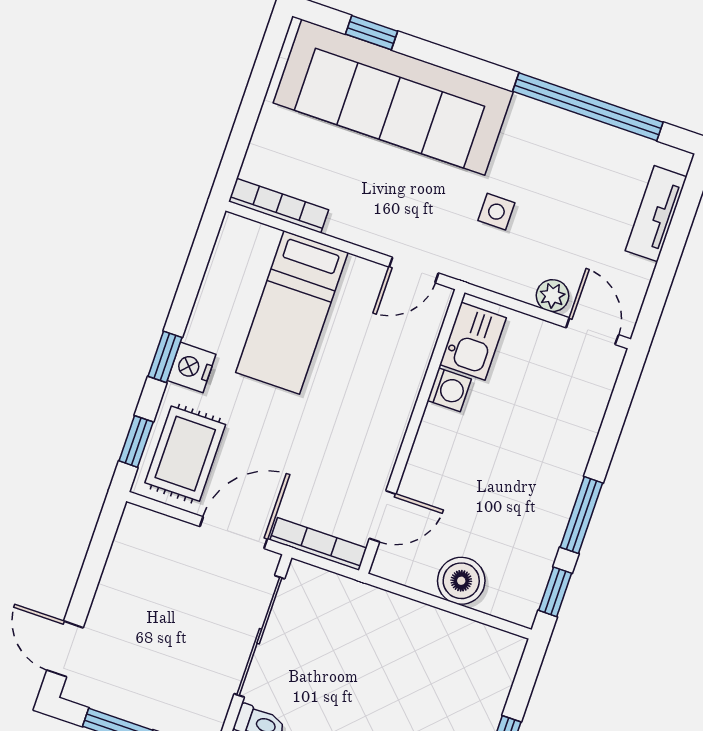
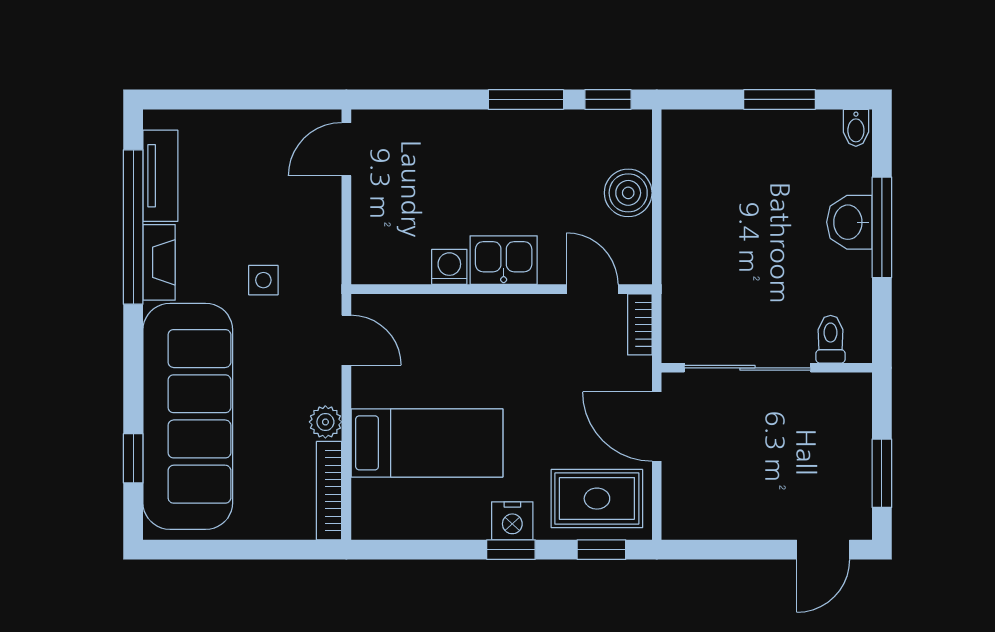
fireplace: (546, 120) -> (159, 262), added
tv unit: (656, 214) -> (160, 176), moved, turned -90
plant: (552, 296) -> (325, 422), moved
kitchen sink: (473, 341) -> (504, 260), moved
bookcase: (318, 544) -> (640, 324), width x0.64

